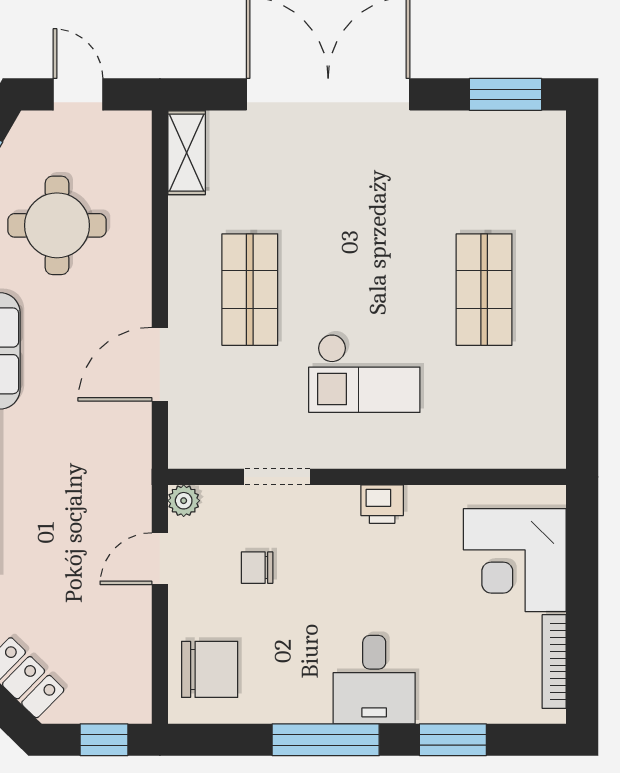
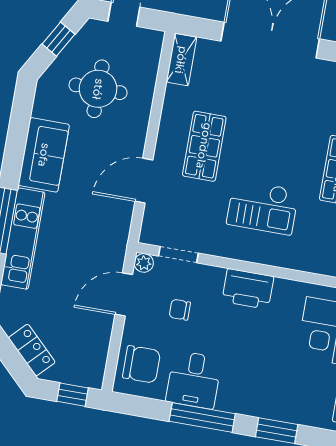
doorway: (277, 477) -> (178, 255), moved
printer: (382, 504) -> (248, 289), width x1.87, depth x1.48
door: (160, 559) -> (124, 294), width x1.37
desk: (374, 680) -> (194, 380), moved

